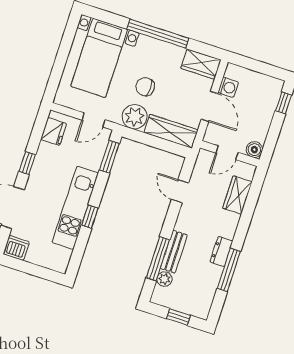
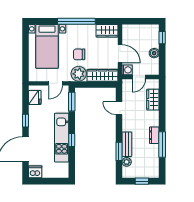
washing machine: (228, 87) -> (127, 70), moved
boiler: (254, 150) -> (154, 53), moved
window: (158, 259) -> (119, 151), width x0.69

